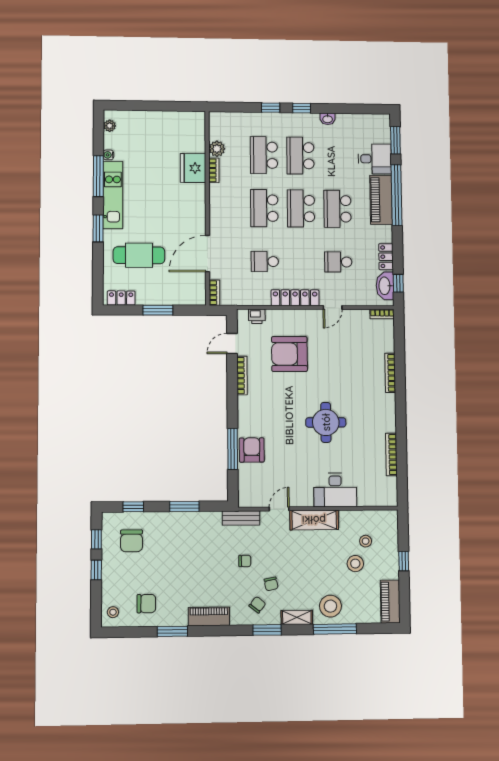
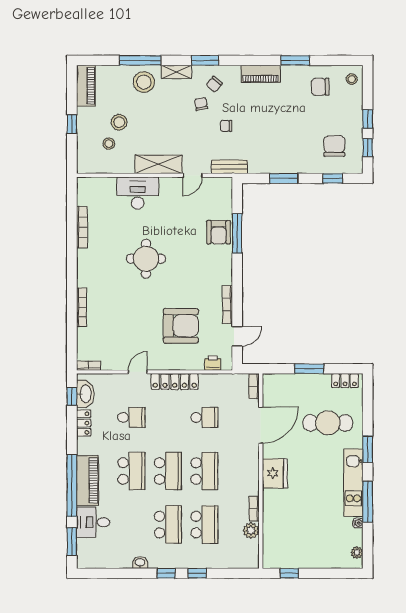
window: (178, 106) -> (289, 573), added
fridge: (193, 168) -> (275, 473), moved

